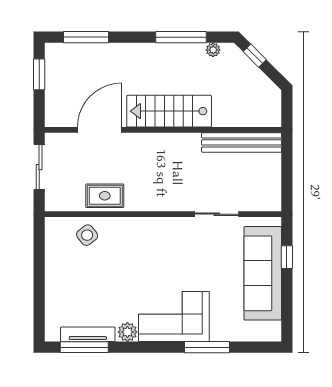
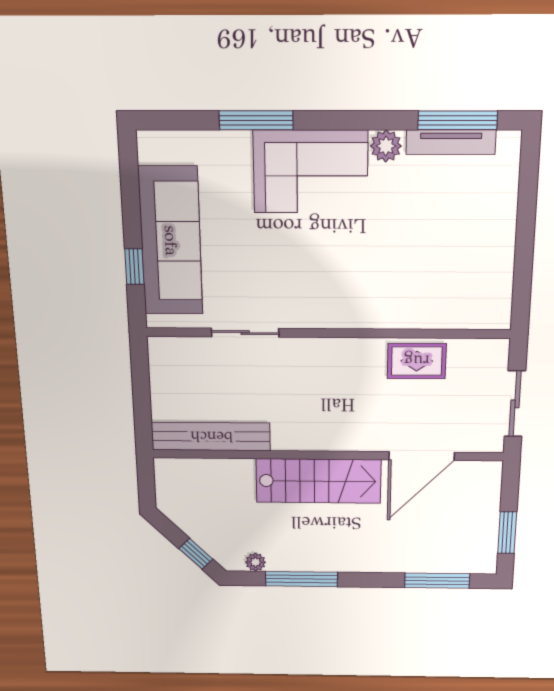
side table: (87, 235) -> (446, 302), removed

